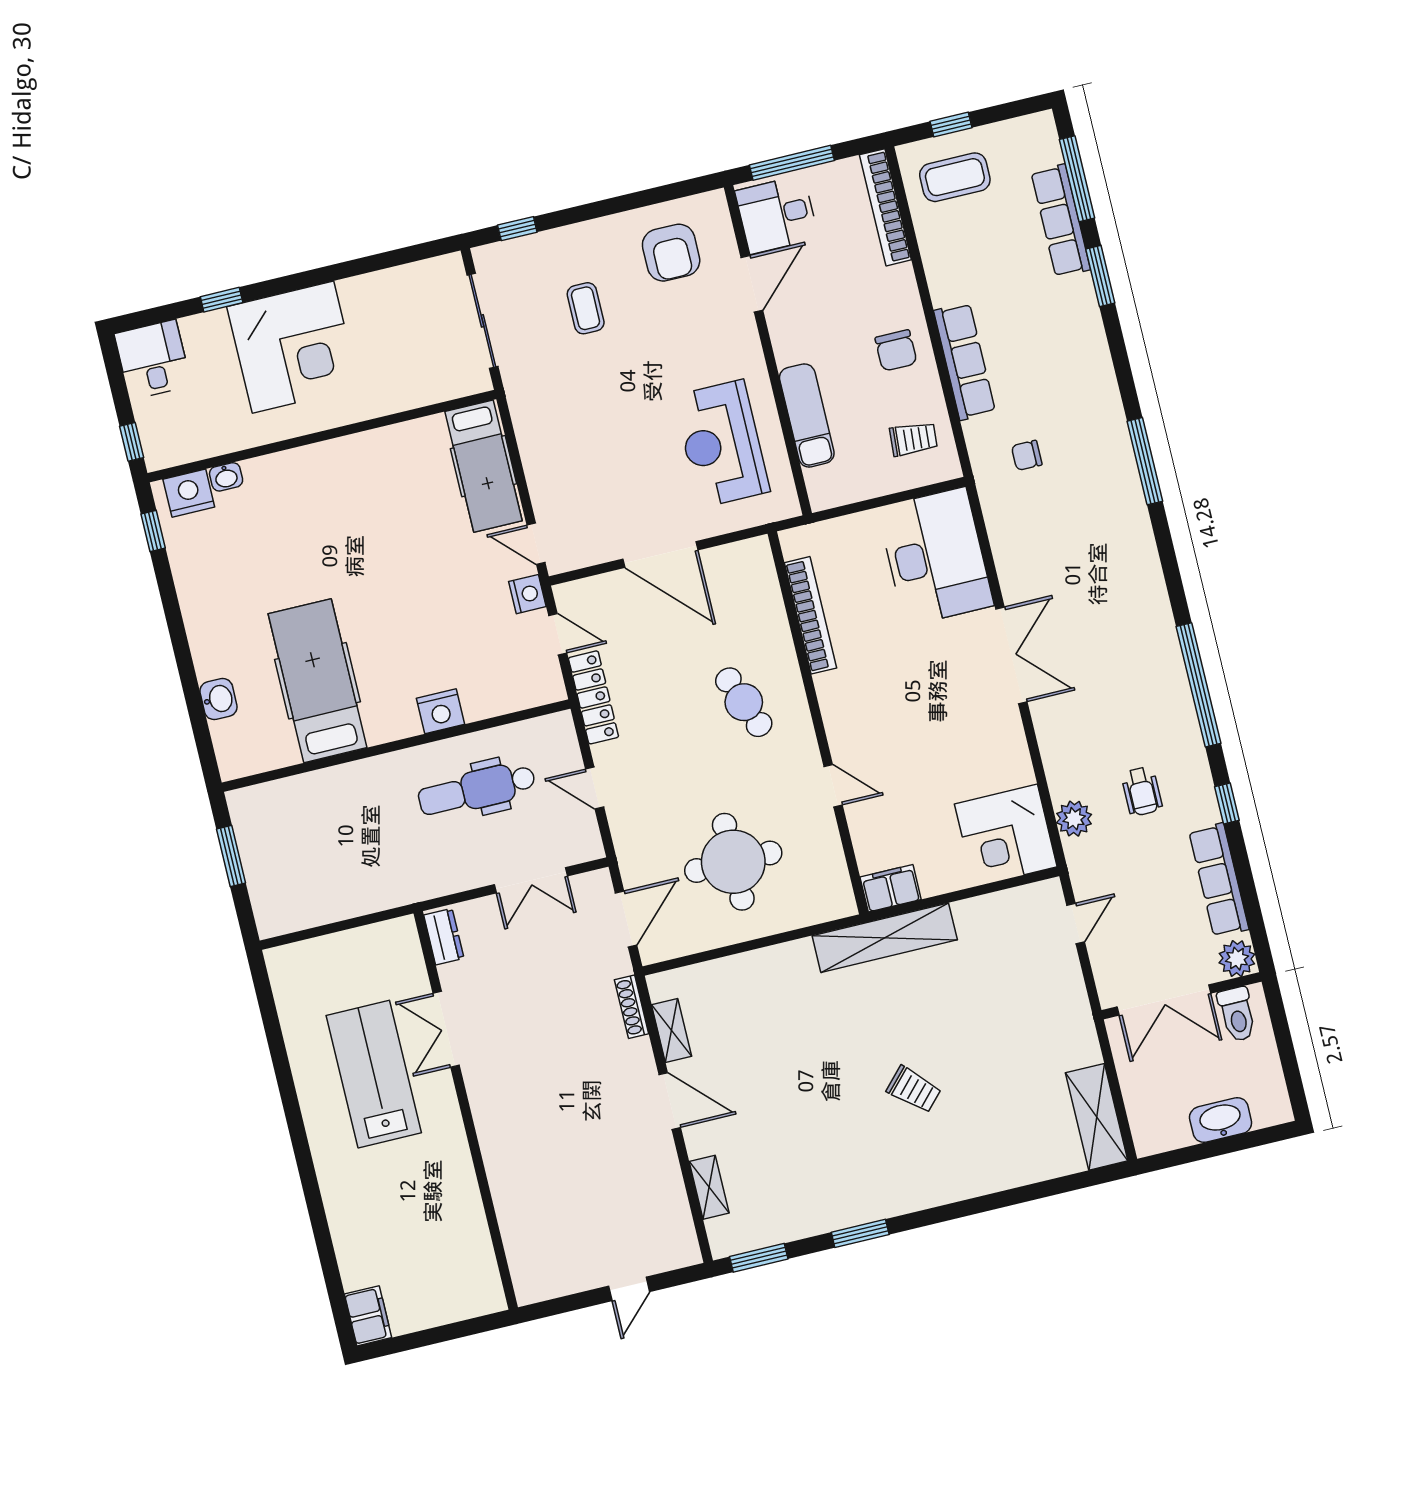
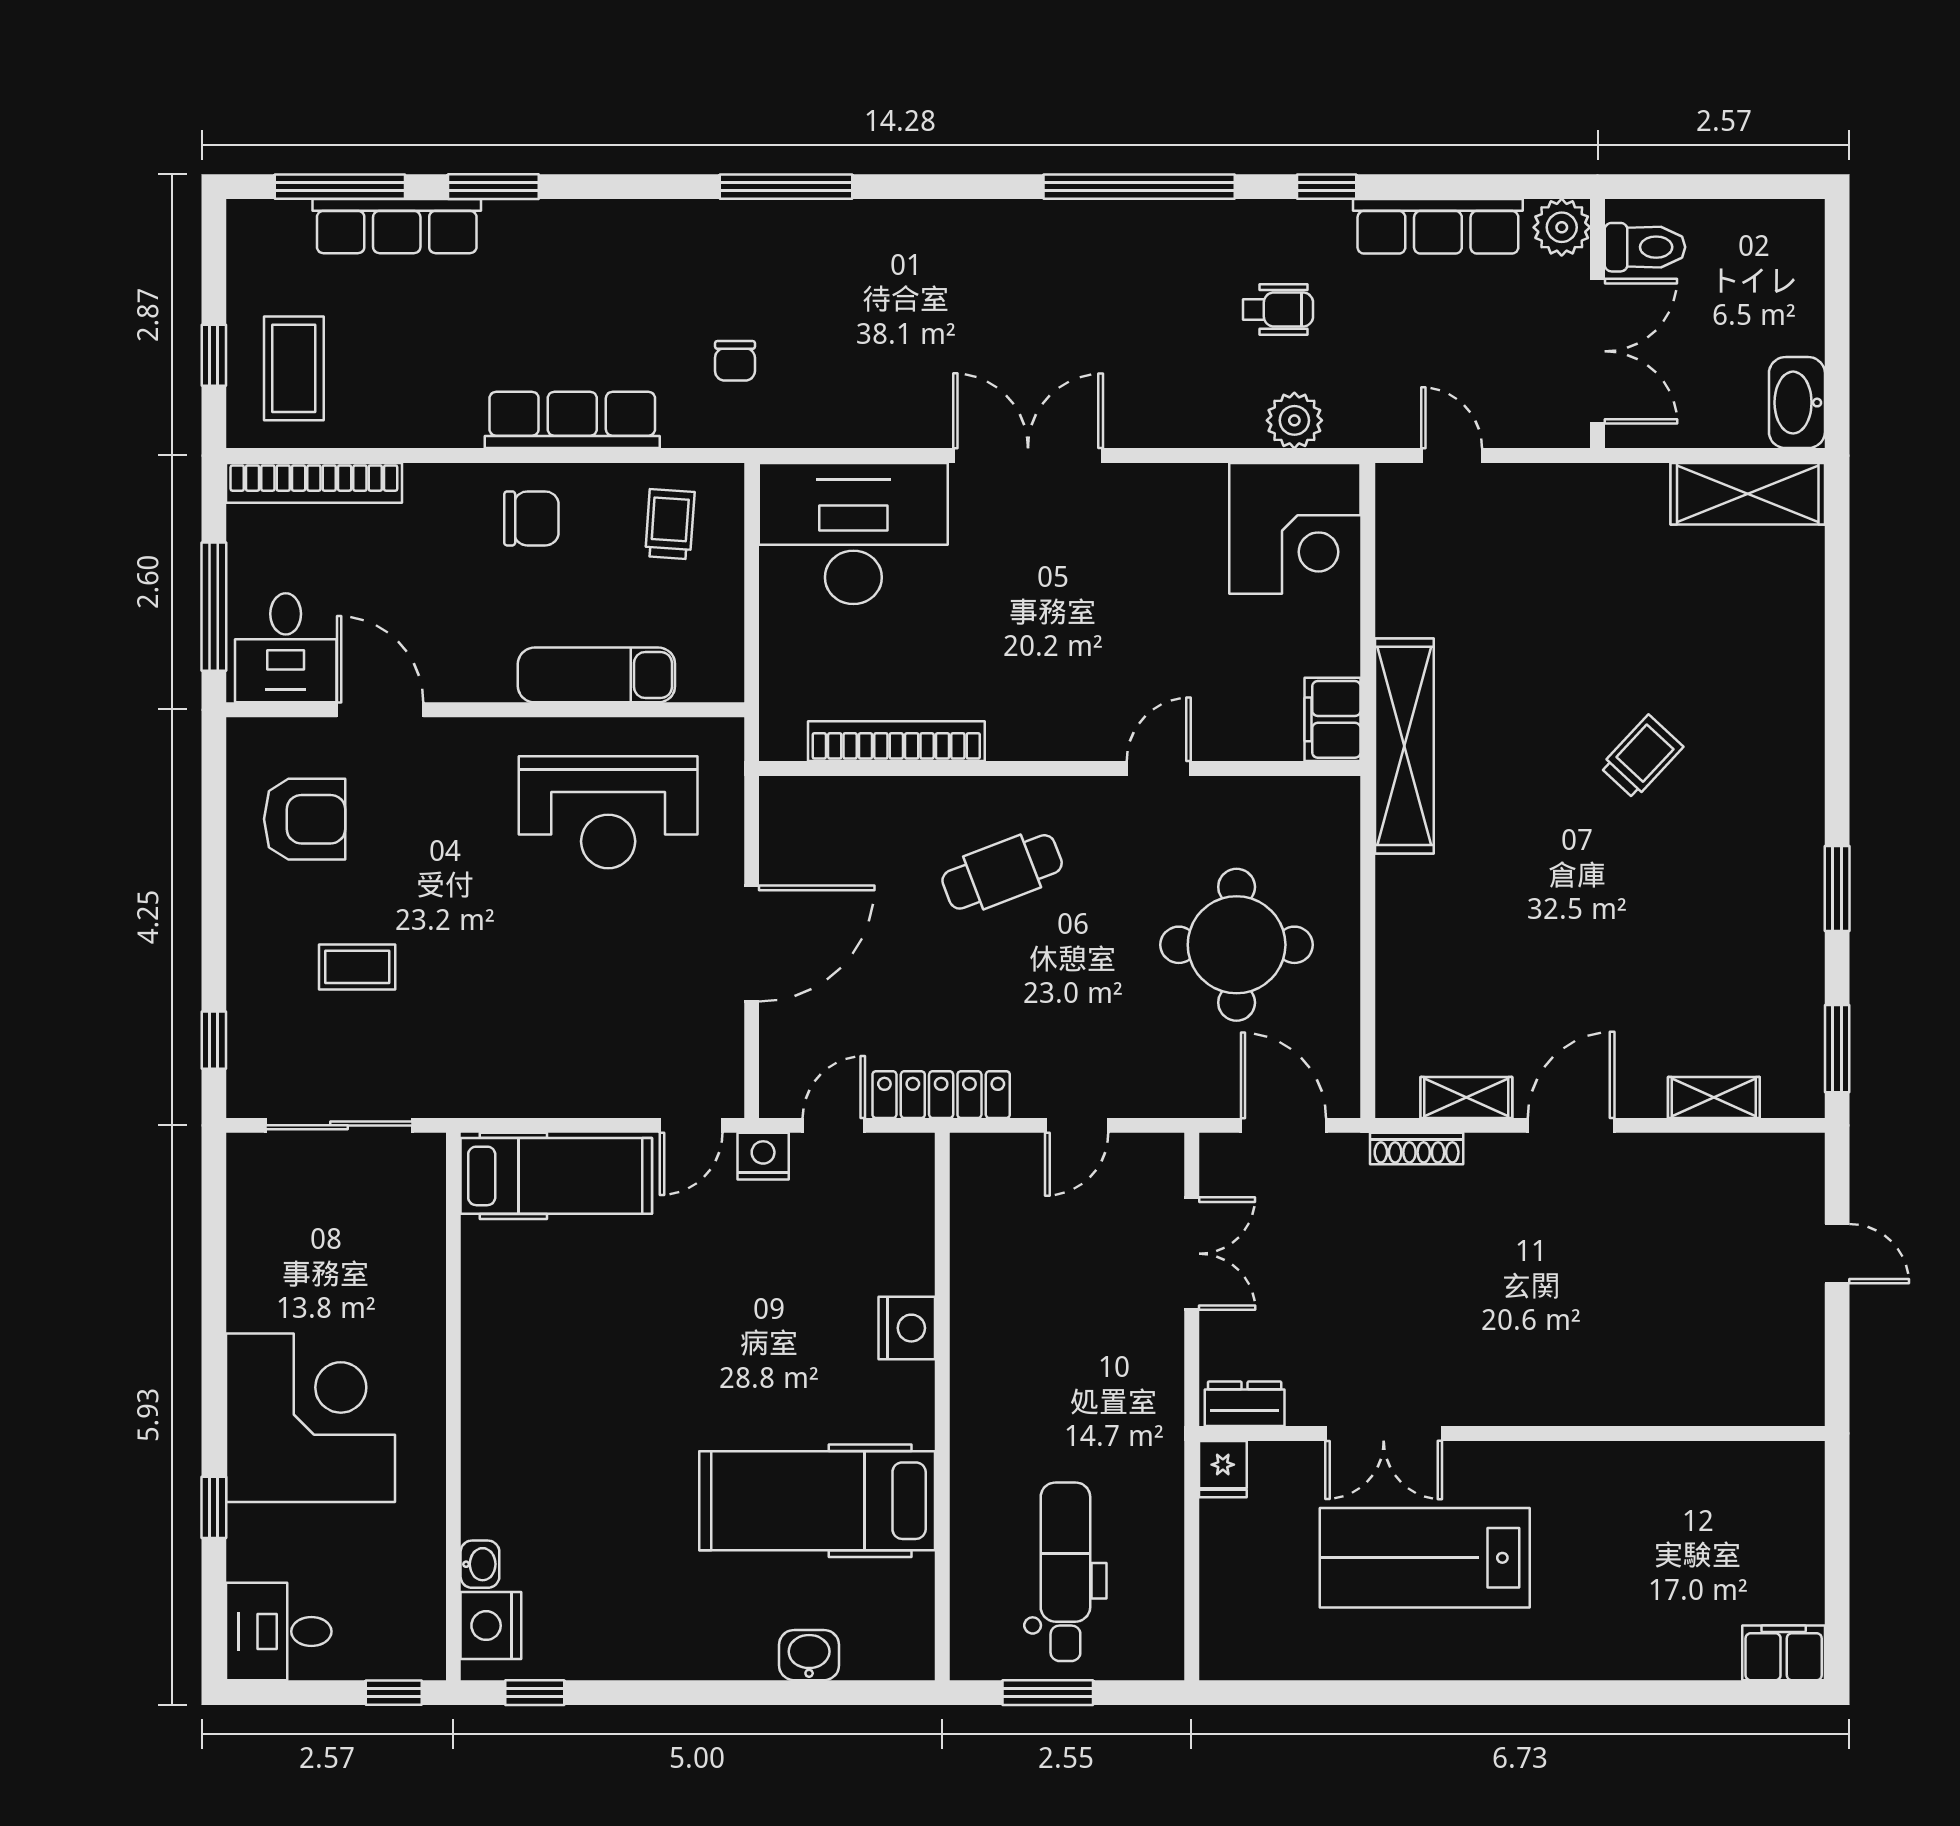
dental chair: (477, 790) -> (1065, 1572), moved, turned 180
fridge: (399, 933) -> (1223, 1469), added
washbasin: (1221, 1120) -> (1797, 403), moved

